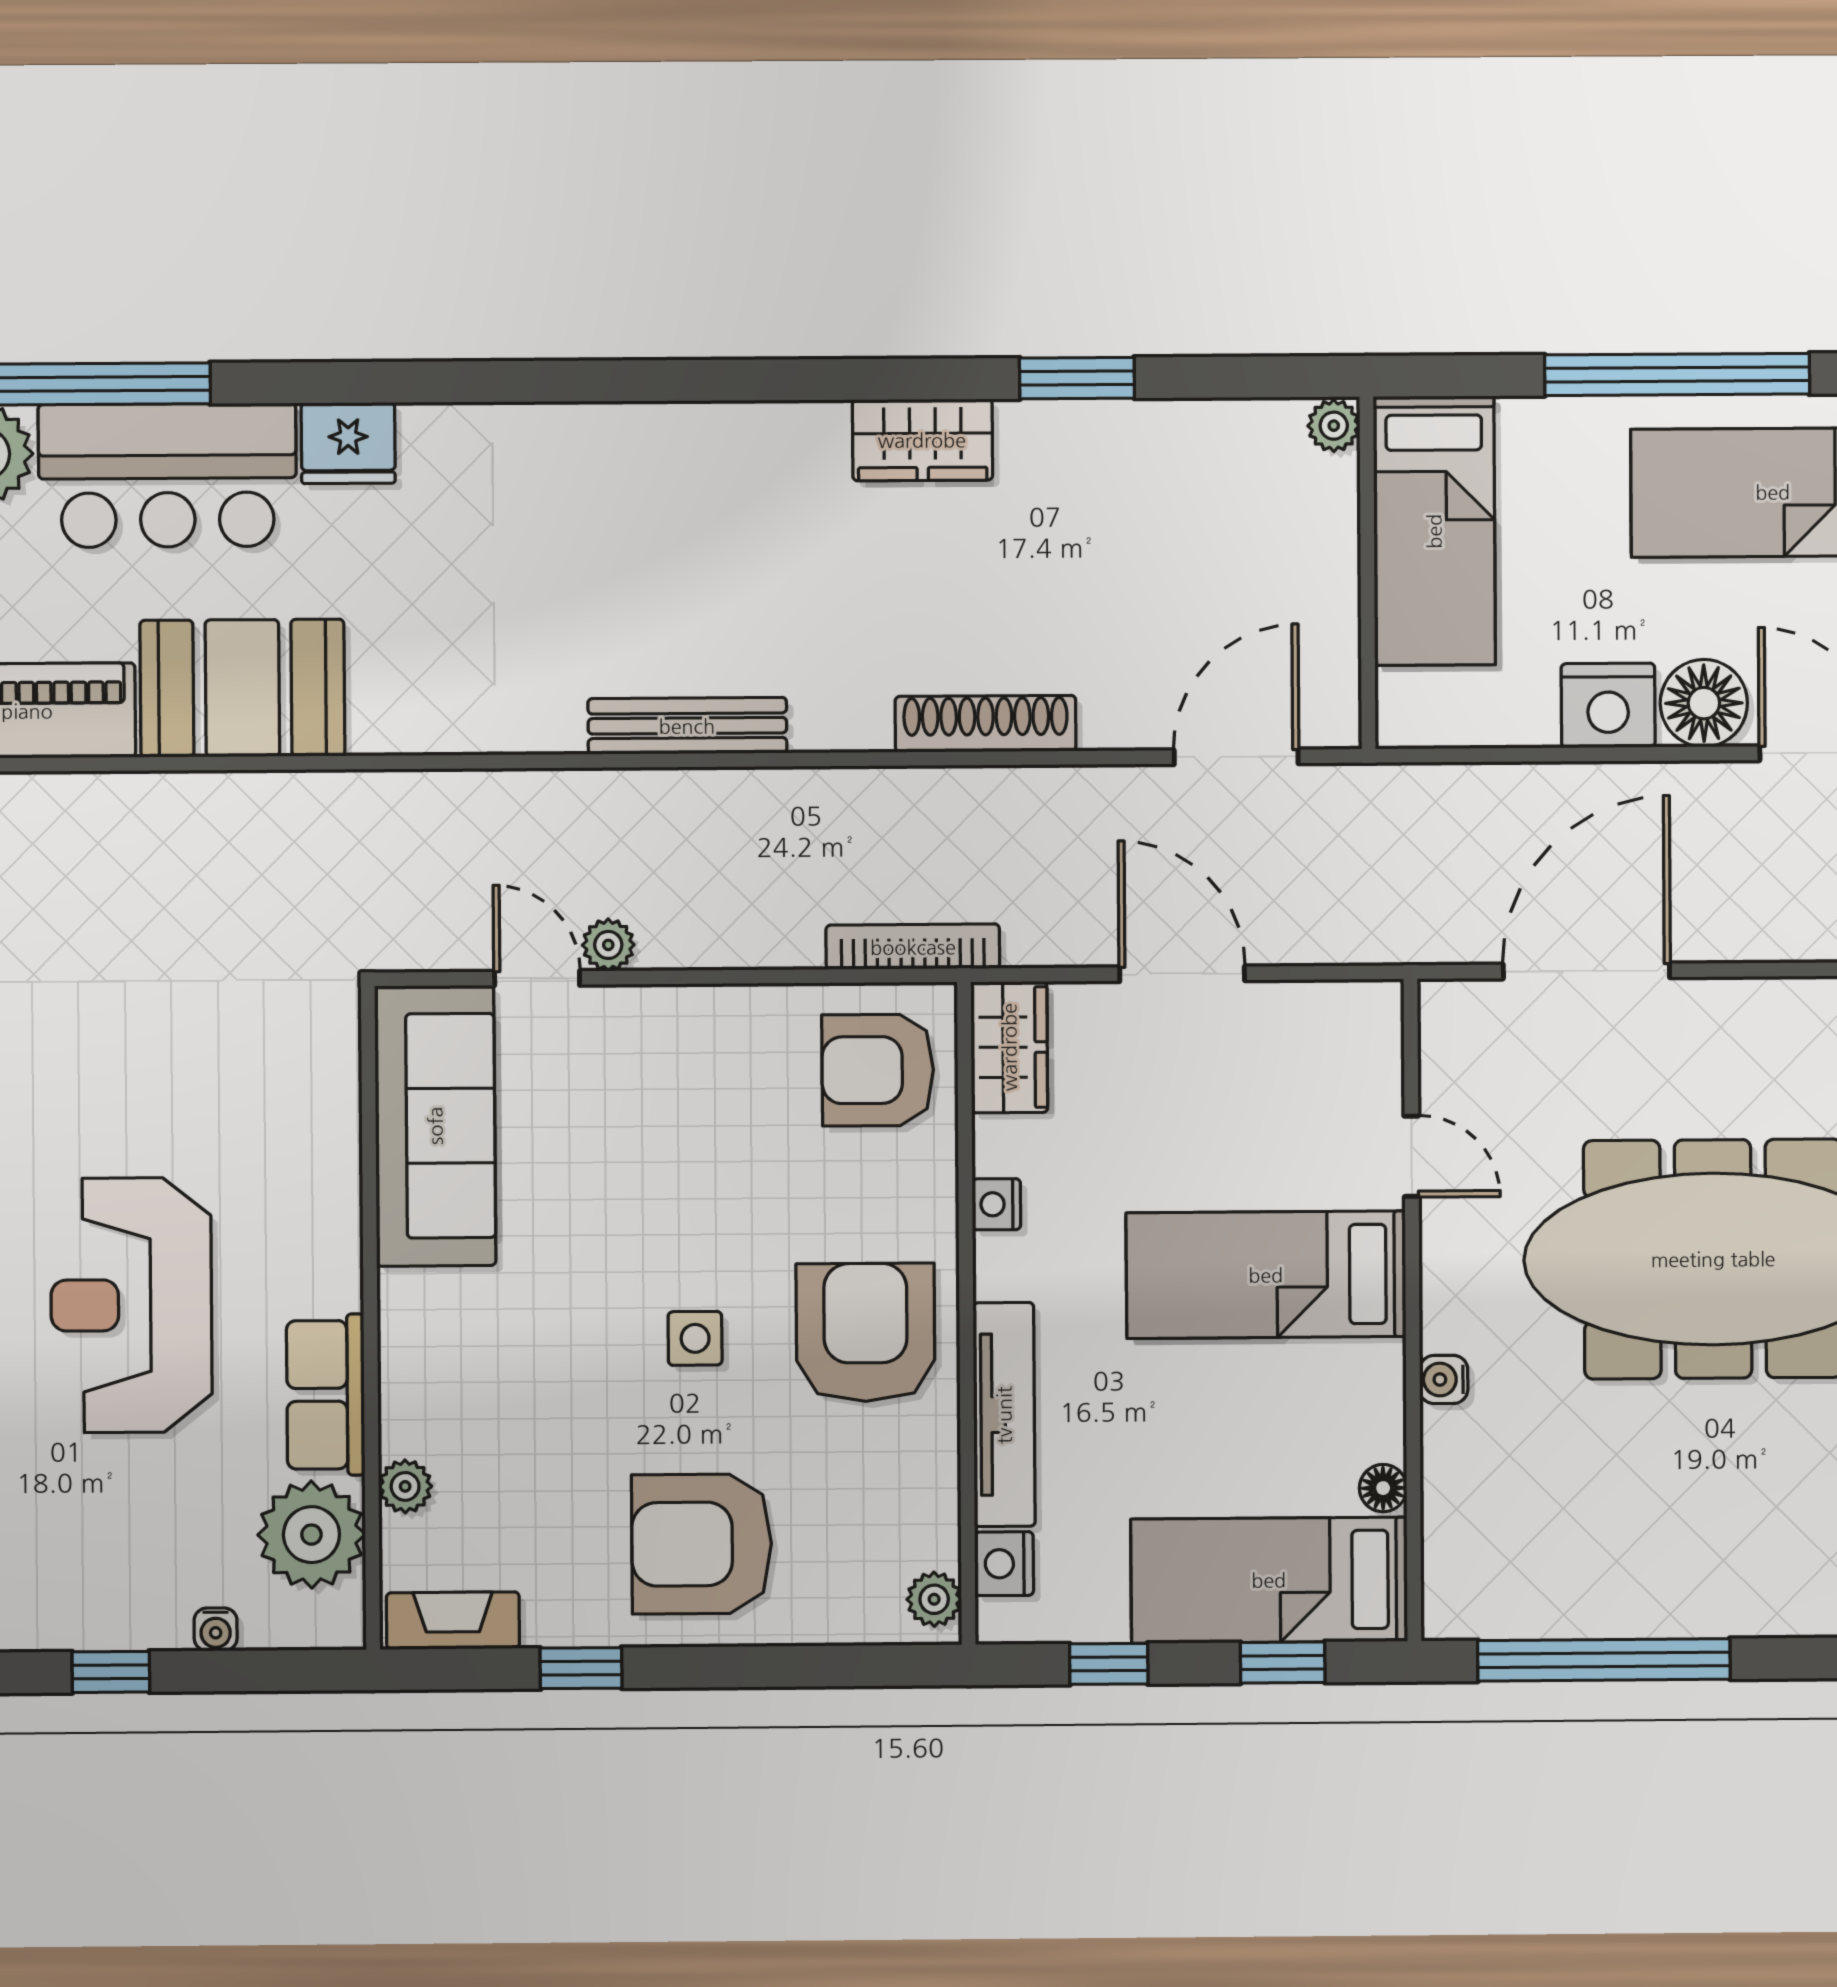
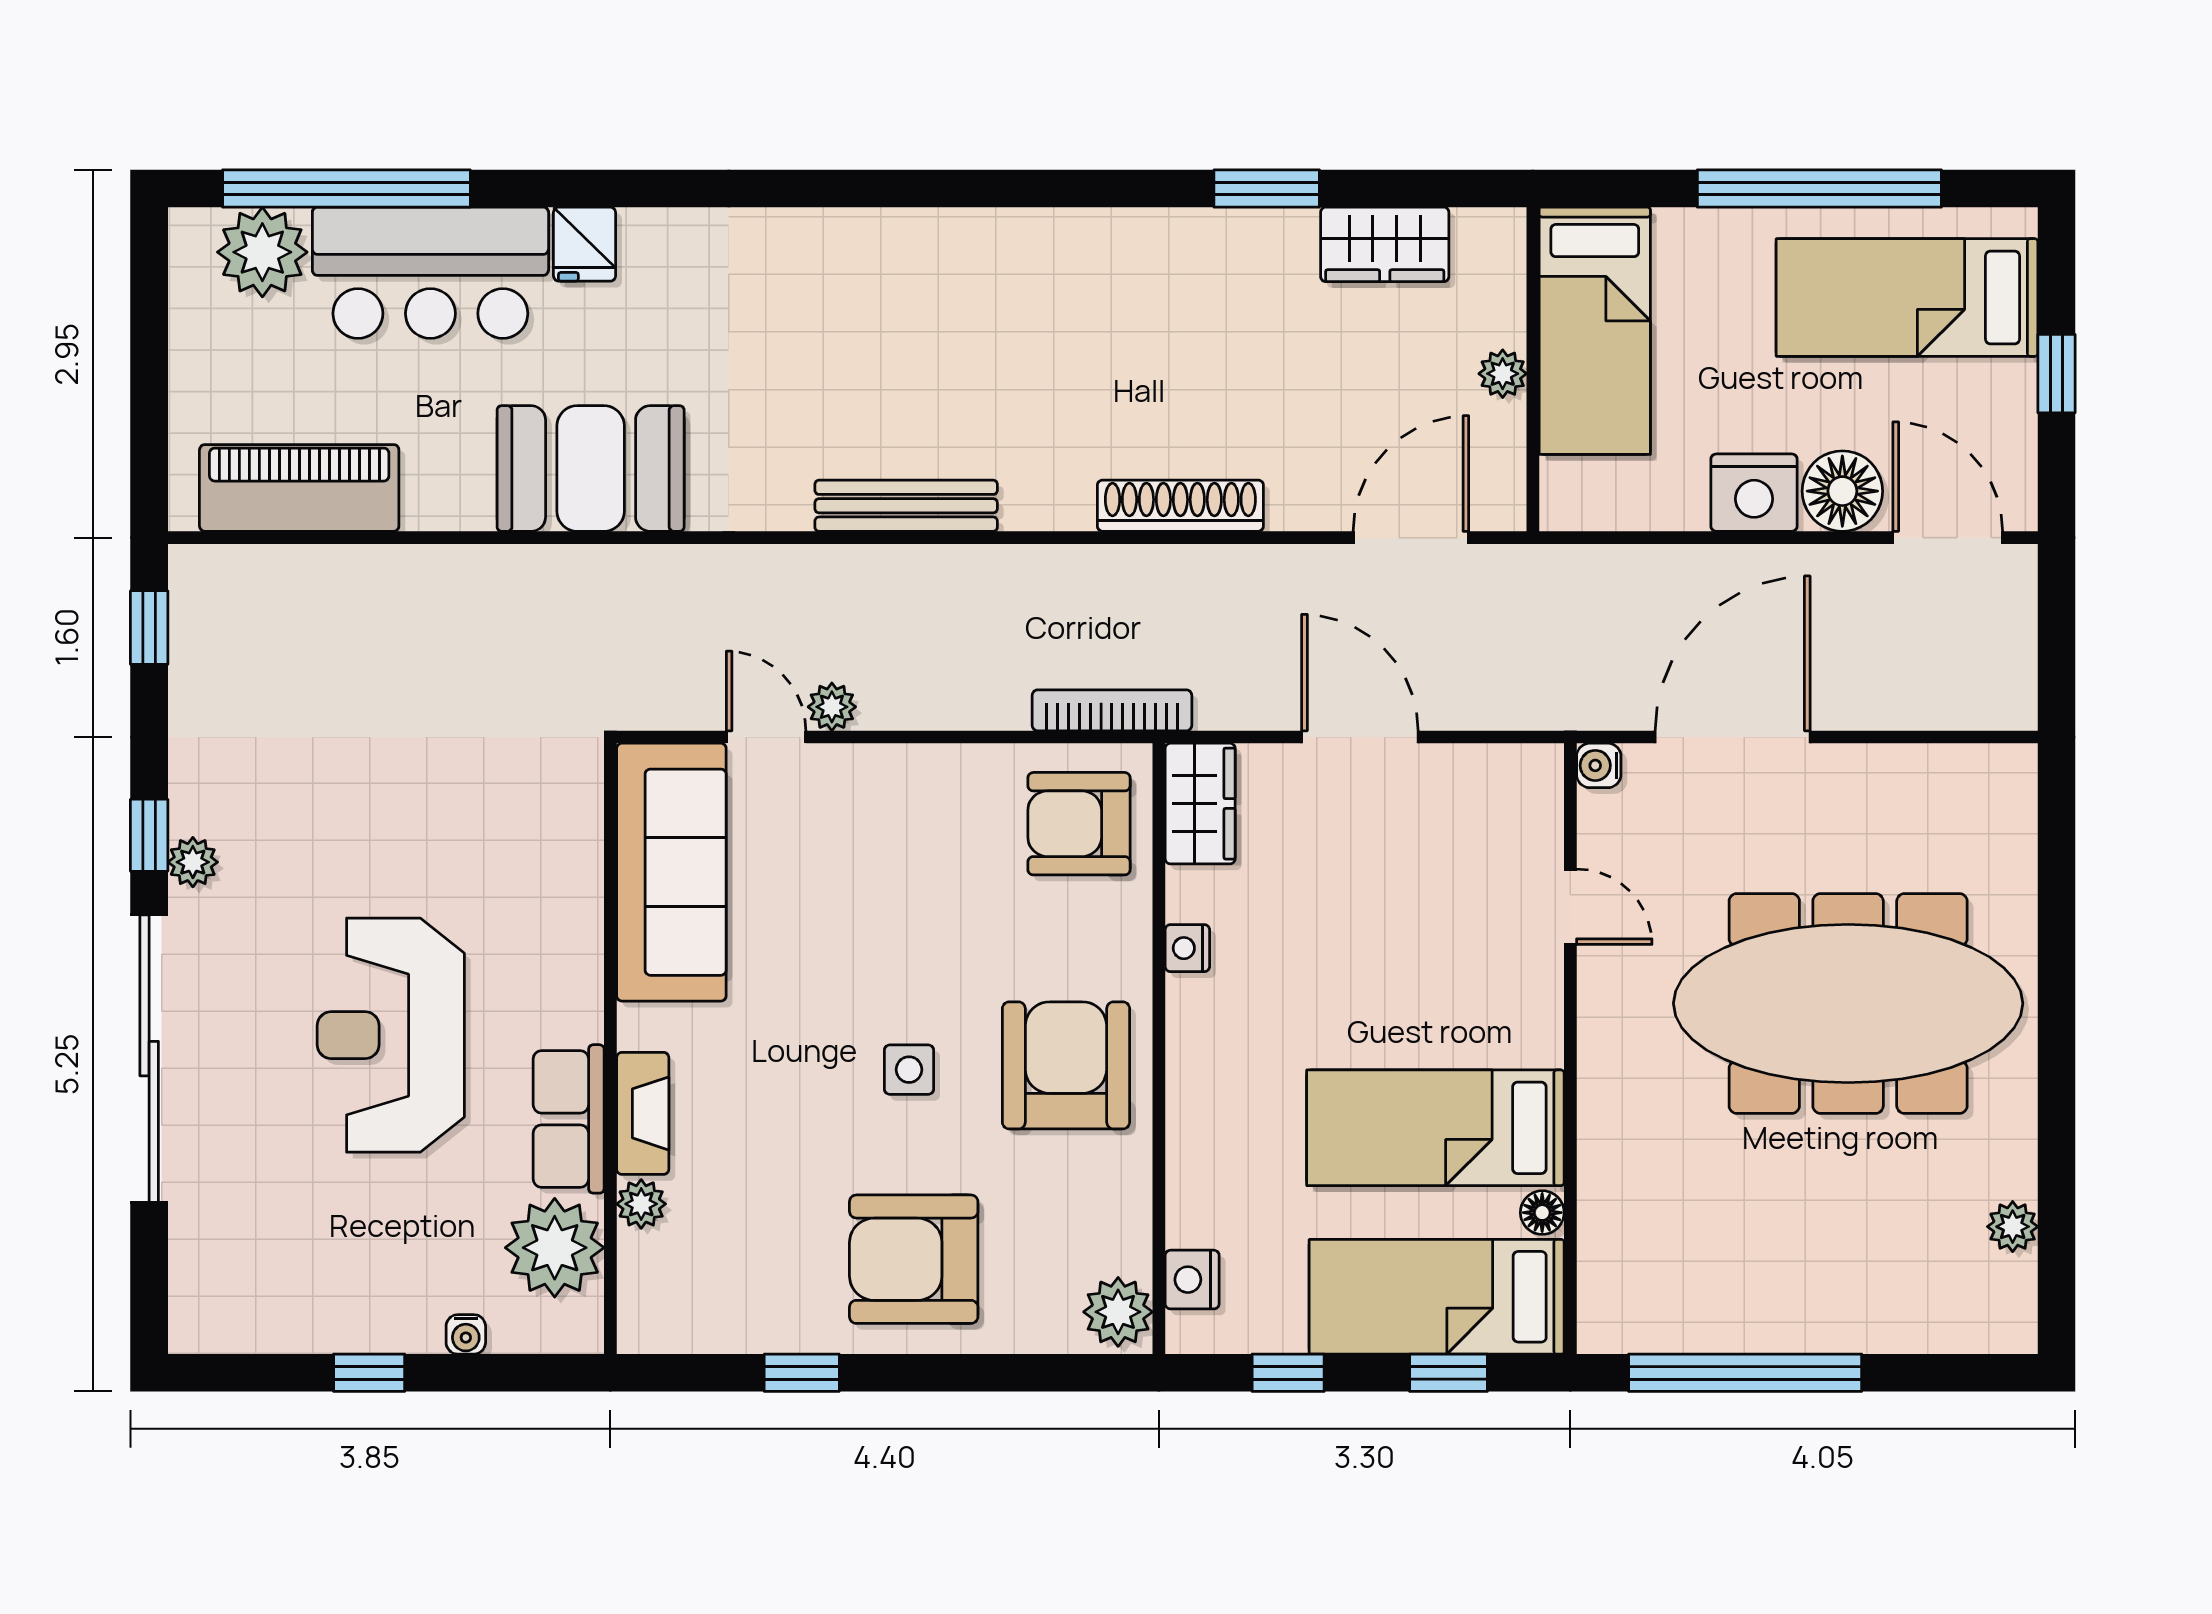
plant: (1334, 426) -> (1503, 374), moved
wardrobe: (922, 440) -> (1385, 244), moved
fridge: (348, 443) -> (585, 244), width x0.72
booth: (242, 688) -> (591, 469), moved
bed: (1266, 1275) -> (1435, 1128), moved
water cooler: (1444, 1379) -> (1599, 765), moved
tv unit: (1004, 1415) -> (1193, 1142), removed
plant: (934, 1599) -> (1118, 1312), width x1.38, depth x1.38
fireplace: (453, 1621) -> (643, 1113), moved, turned 90

